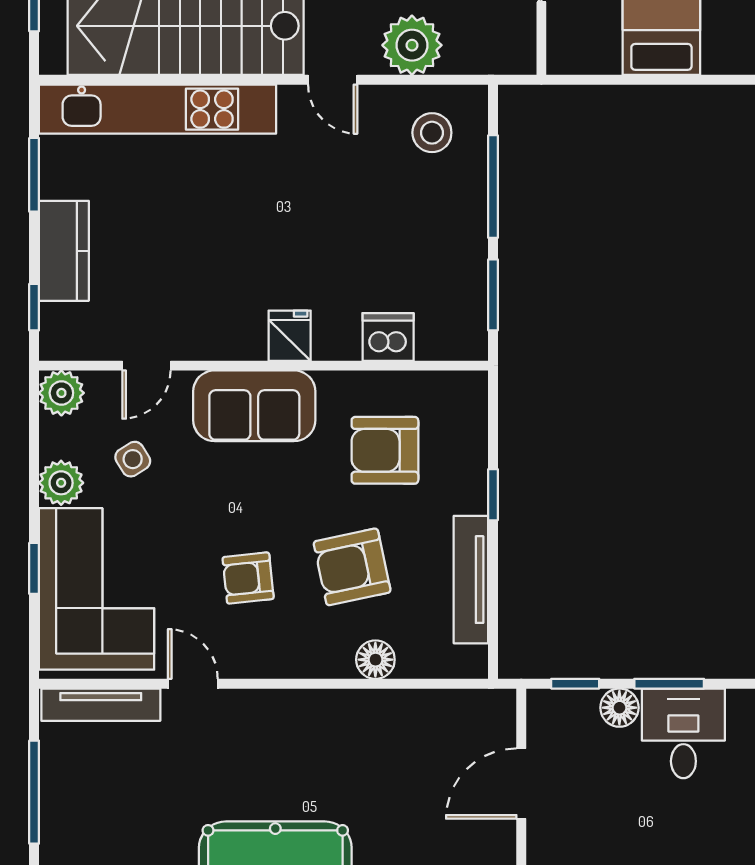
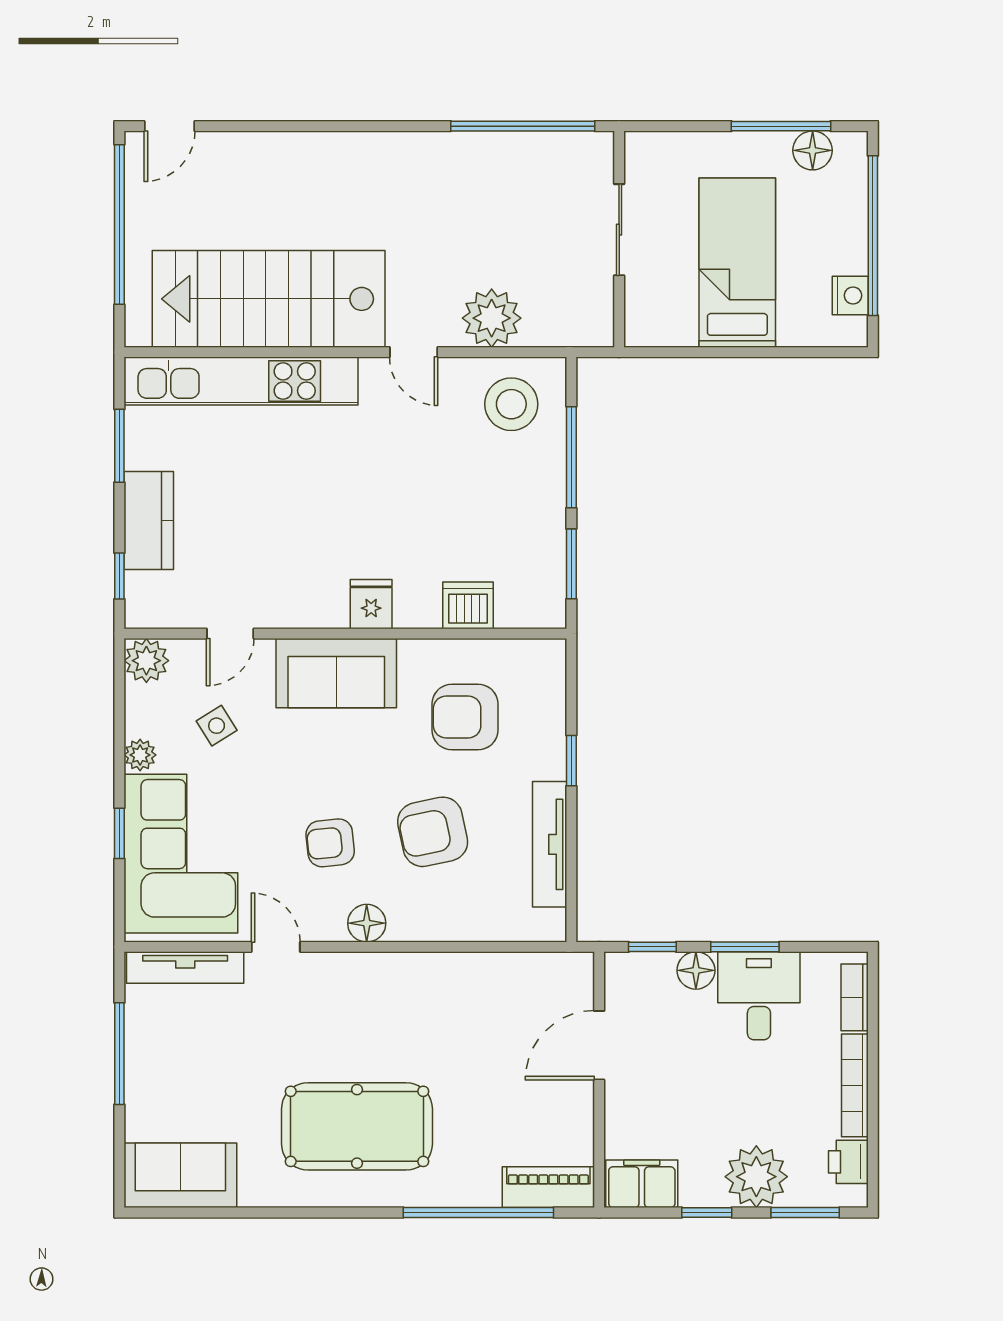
stool: (432, 133) -> (511, 404), width x1.38, depth x1.38
plant: (61, 483) -> (140, 755), width x0.73, depth x0.73
floor lamp: (375, 660) -> (367, 923), moved

